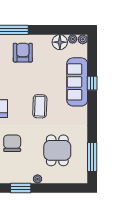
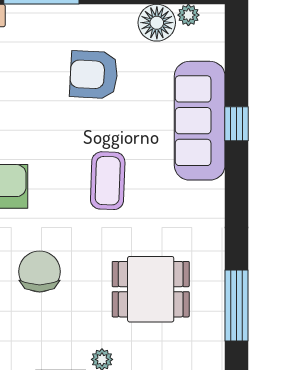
plant: (83, 39) -> (213, 16), removed
armchair: (23, 53) -> (94, 75), moved, turned -87
dining table: (57, 150) -> (151, 289), turned 90

